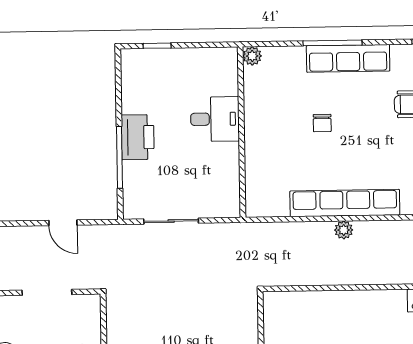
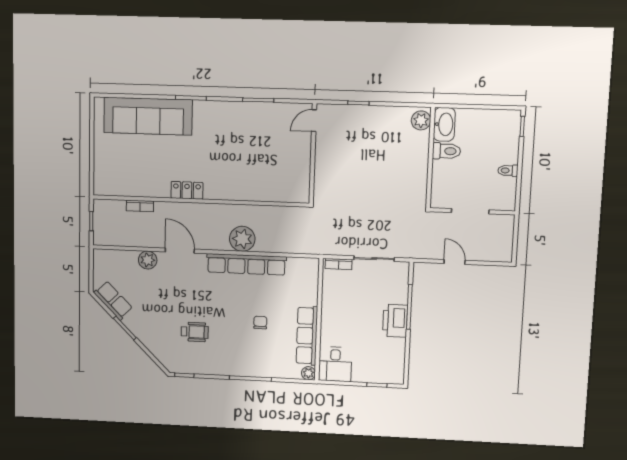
row of seats: (348, 58) -> (307, 336), moved, turned -90
desk: (215, 119) -> (335, 364), moved, turned -90
bookcase: (219, 211) -> (339, 264), added
plant: (344, 230) -> (242, 239), width x1.87, depth x1.87

